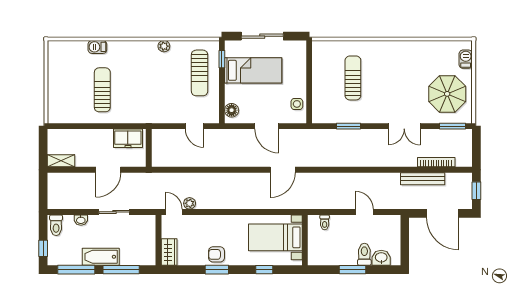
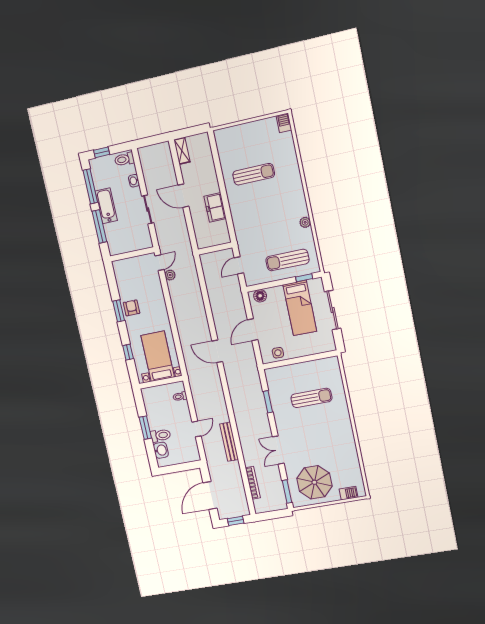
barbecue: (97, 47) -> (284, 123), moved
wall: (149, 148) -> (215, 248), moved
bench: (423, 179) -> (229, 442), moved
wardrobe: (169, 252) -> (124, 266), removed

